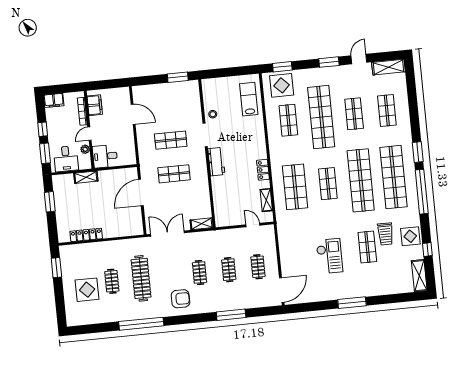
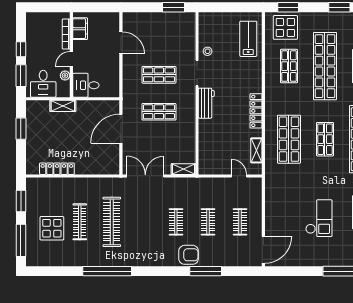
filing cabinet: (54, 100) -> (36, 19), removed
locker: (263, 170) -> (256, 111), width x1.53
clothes rail: (112, 281) -> (80, 222), width x1.36
armchair: (180, 299) -> (189, 255), moved
window: (60, 304) -> (21, 240), added

